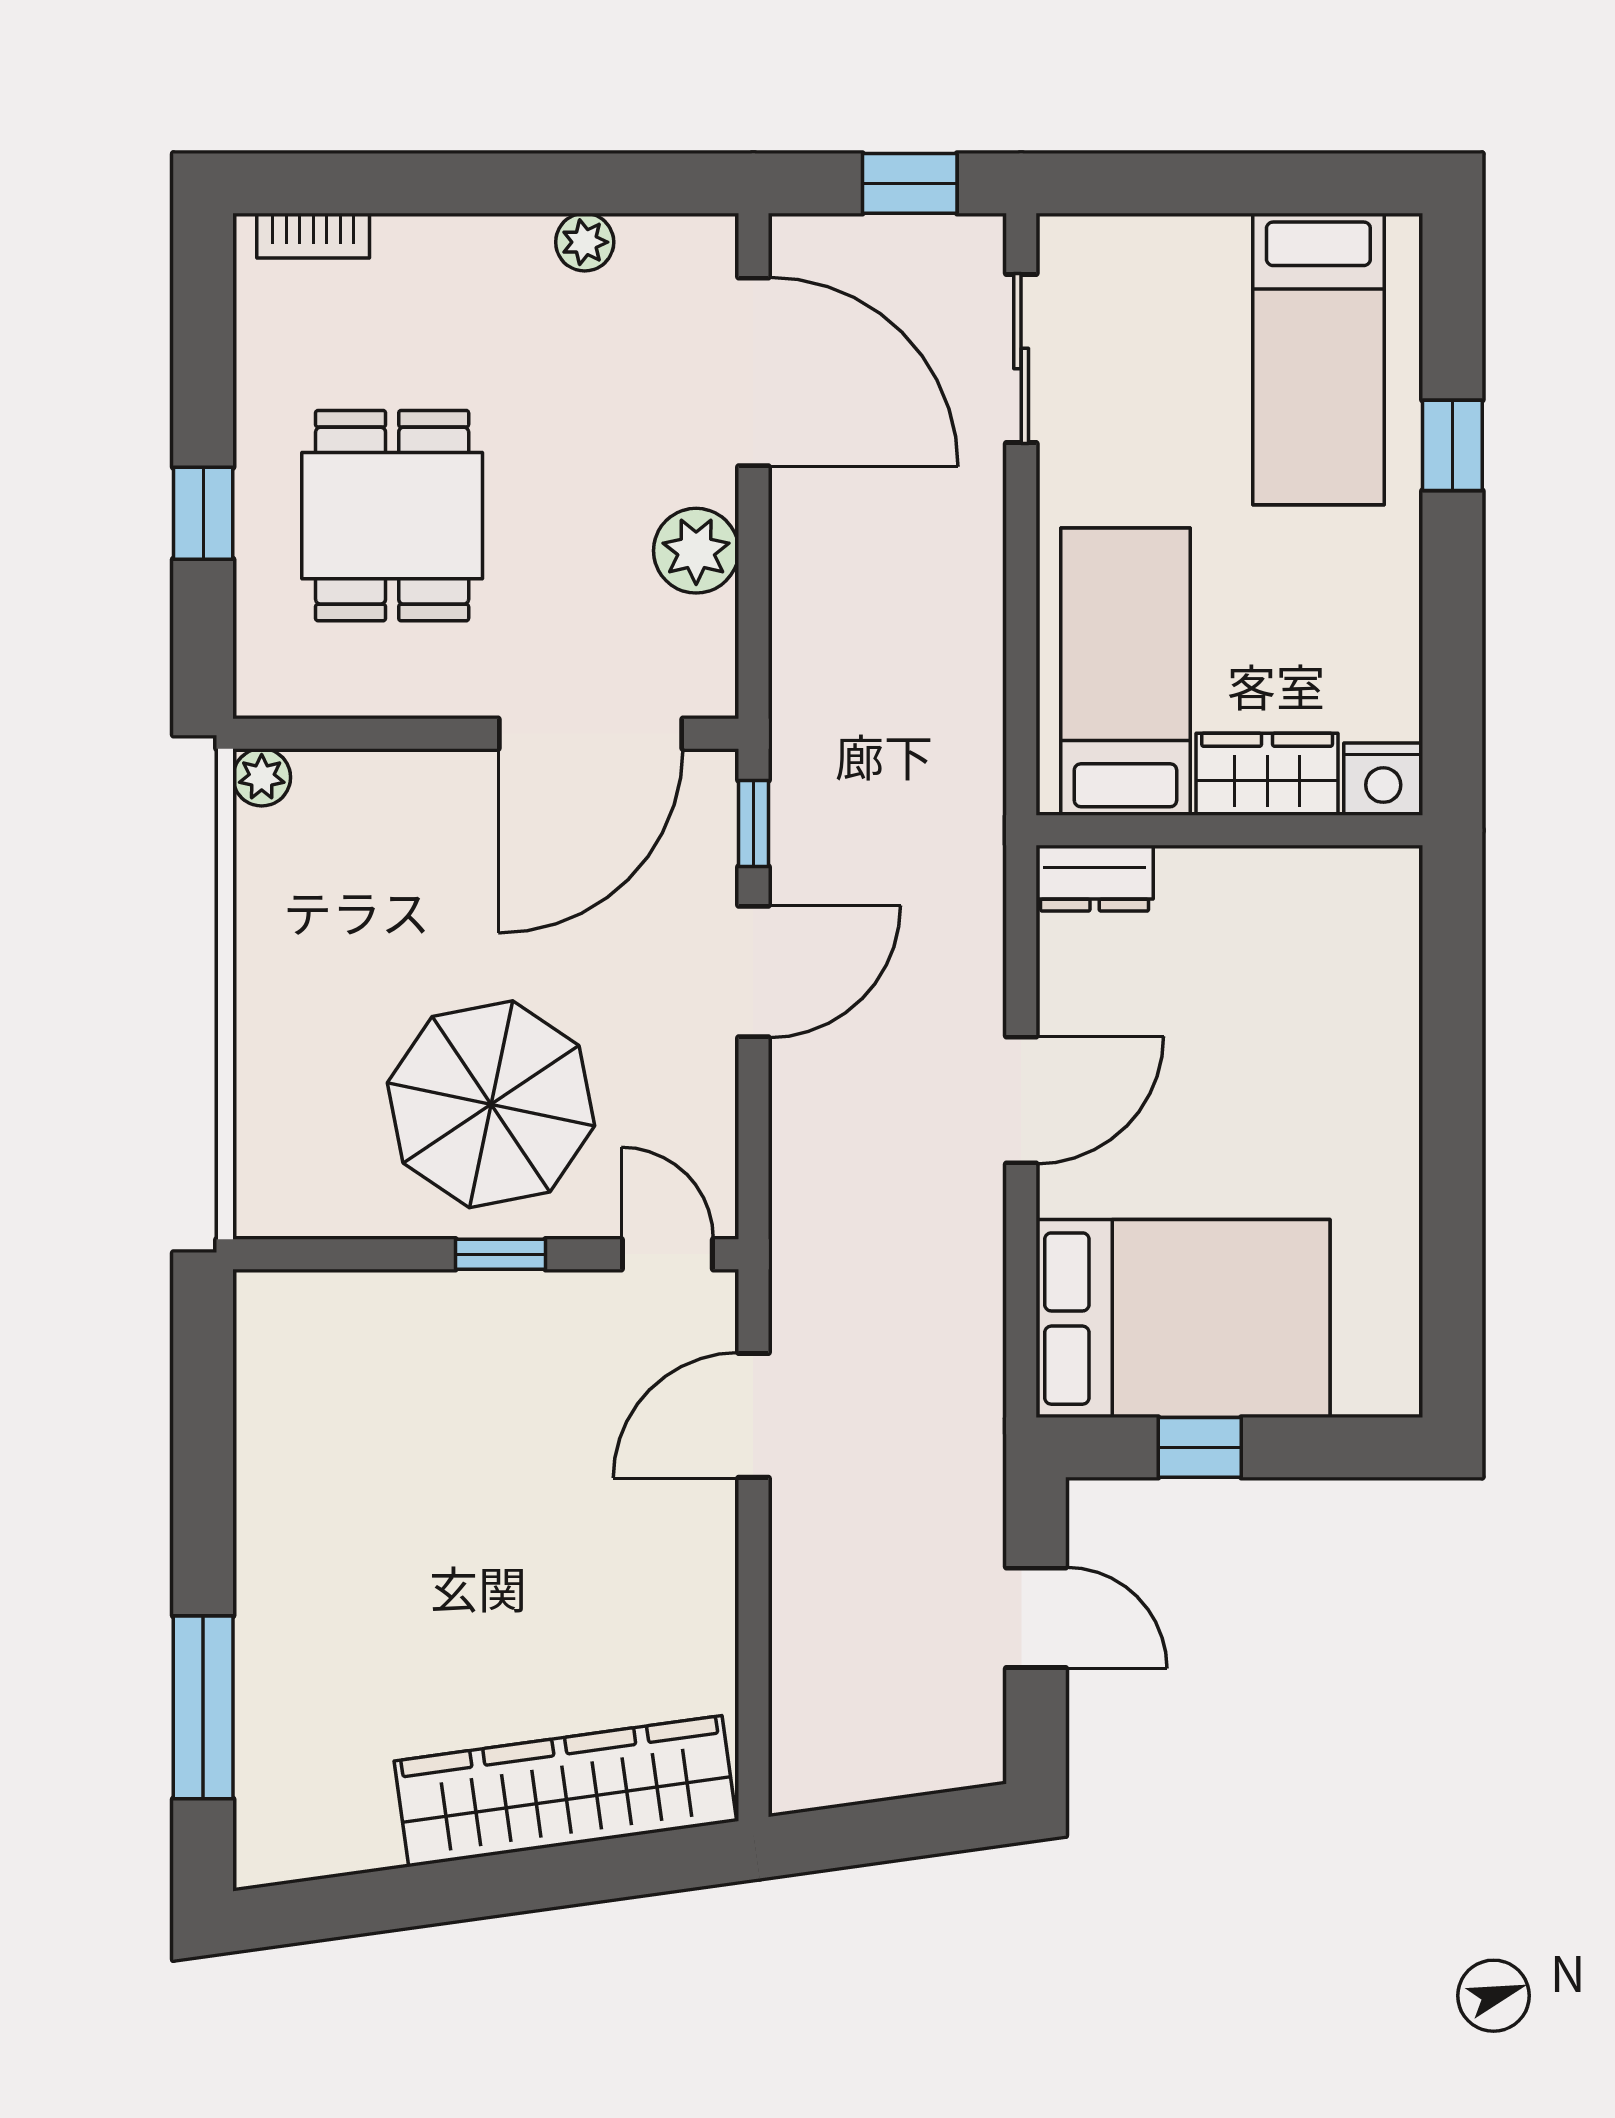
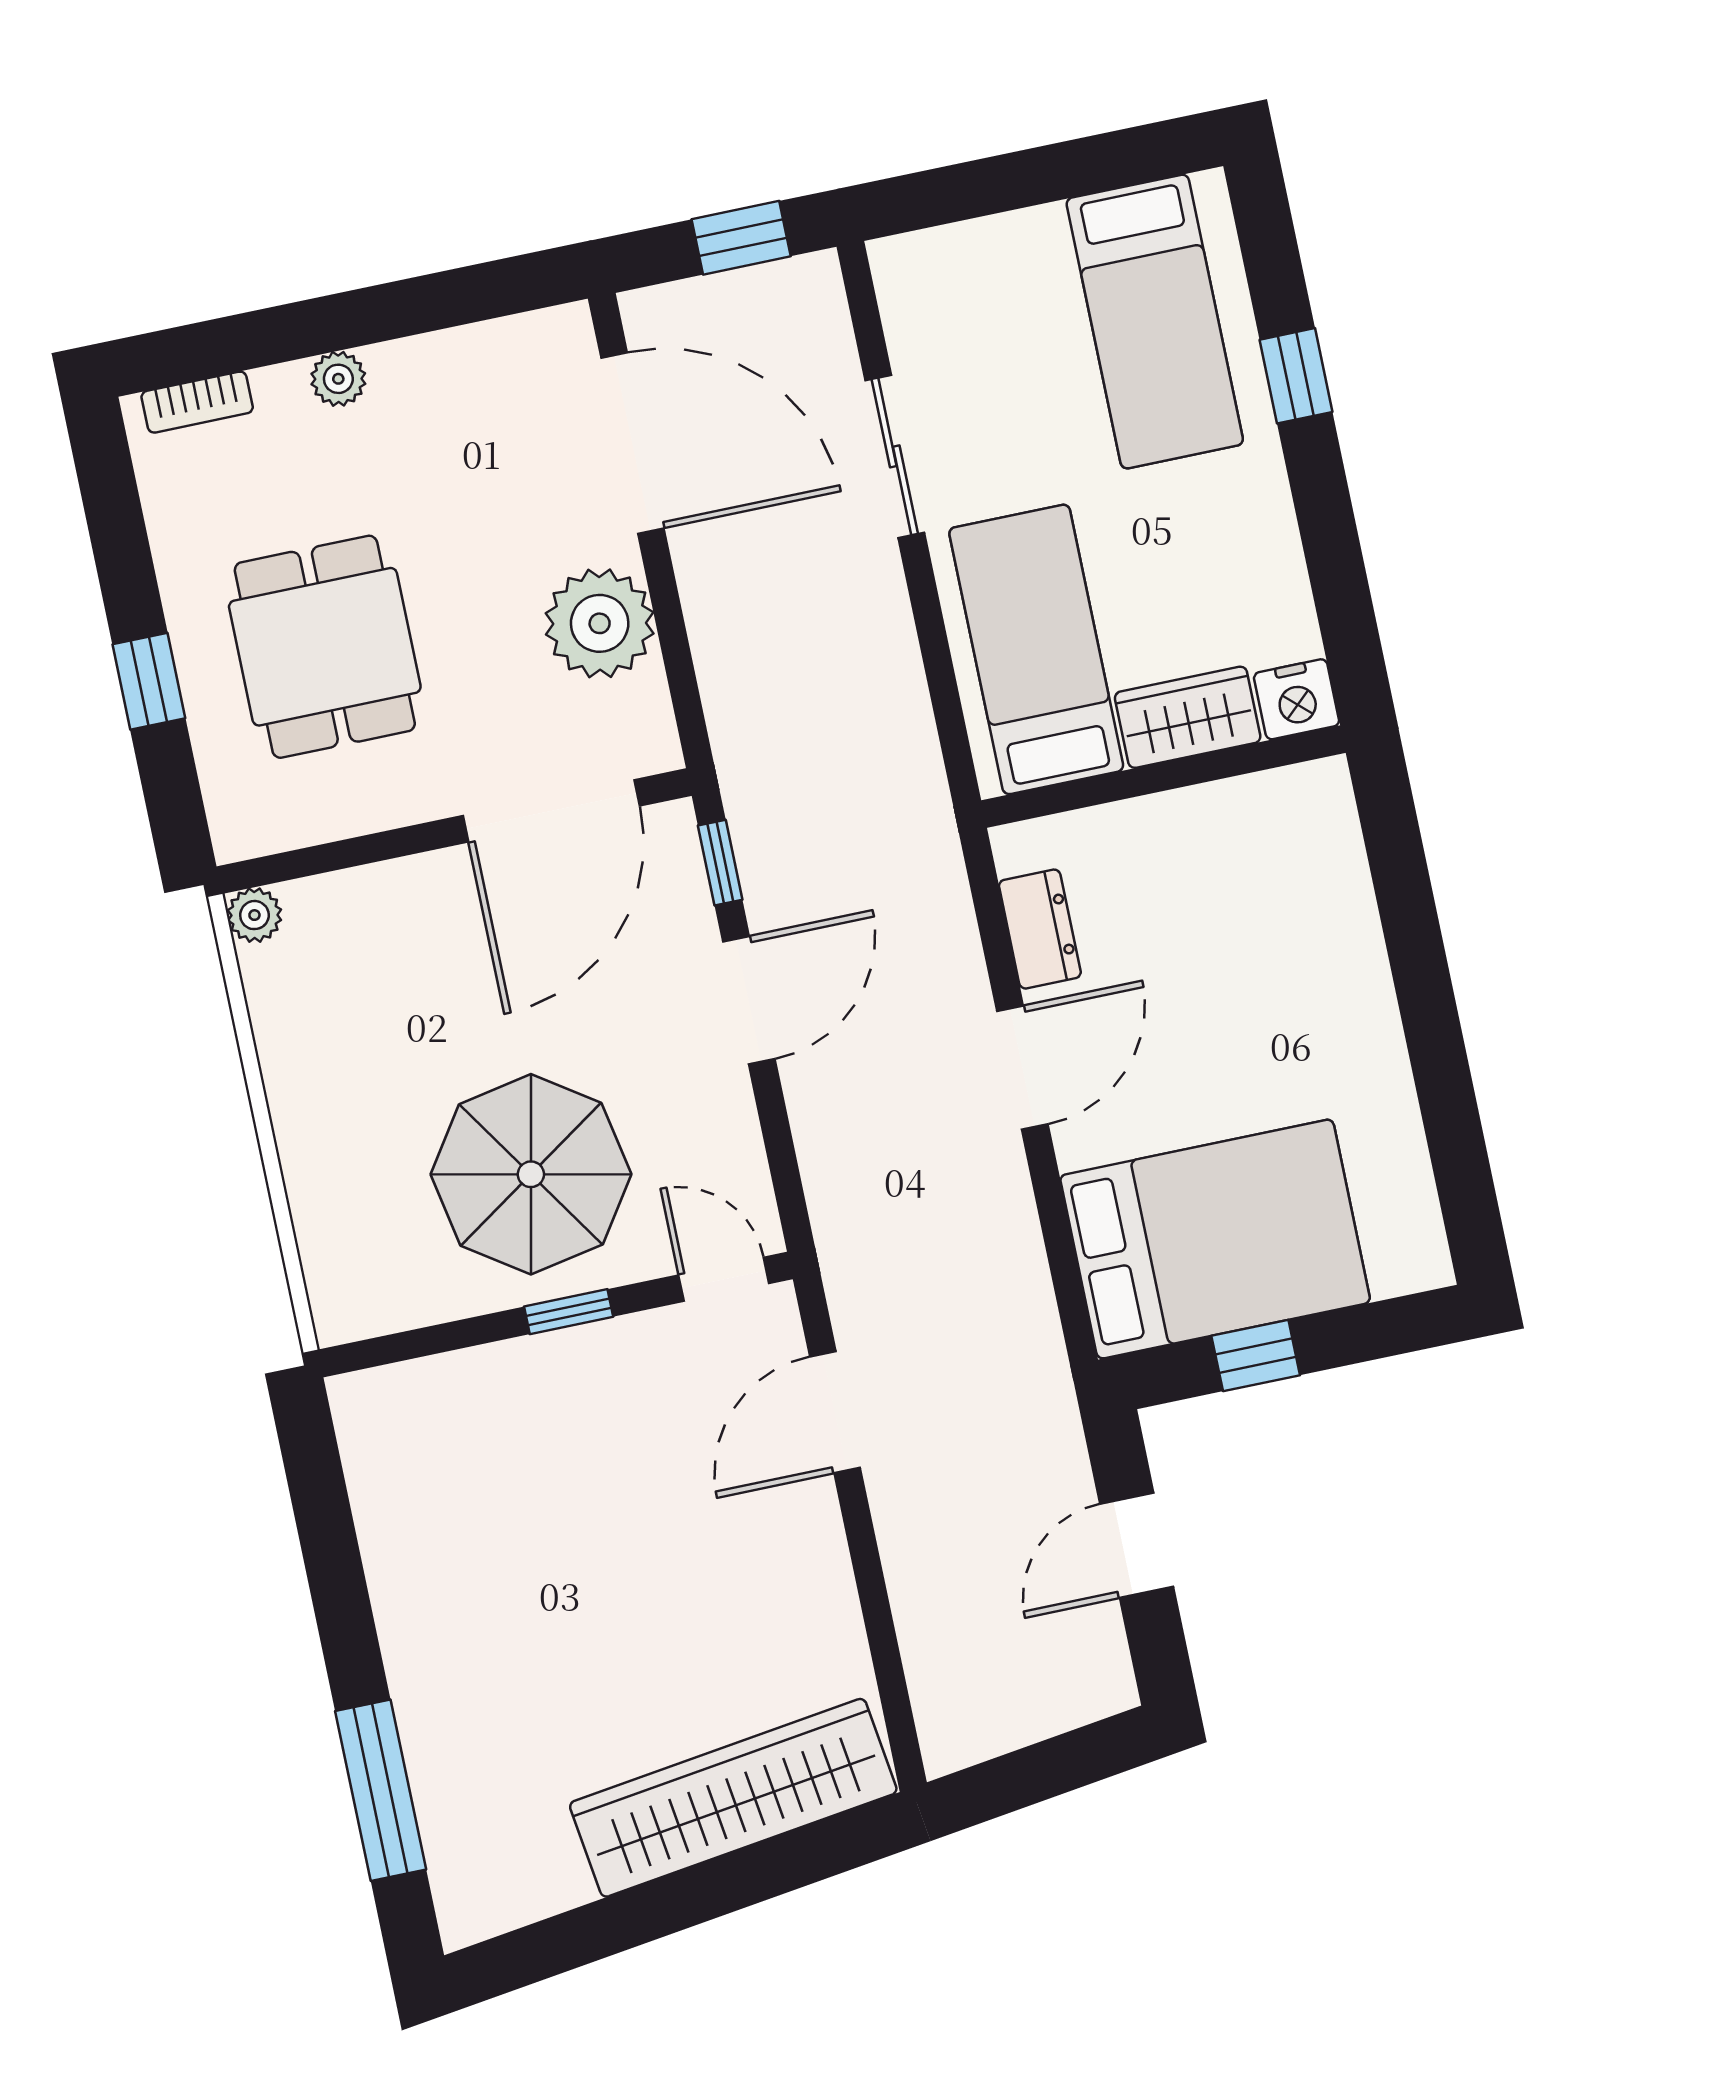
plant: (585, 242) -> (338, 379), moved
sliding door: (1021, 359) -> (895, 456), moved
plant: (696, 551) -> (600, 623), width x1.36, depth x1.36
dresser: (1095, 878) -> (1040, 929), moved, turned -90
door: (1036, 1618) -> (1137, 1545), swing flipped

